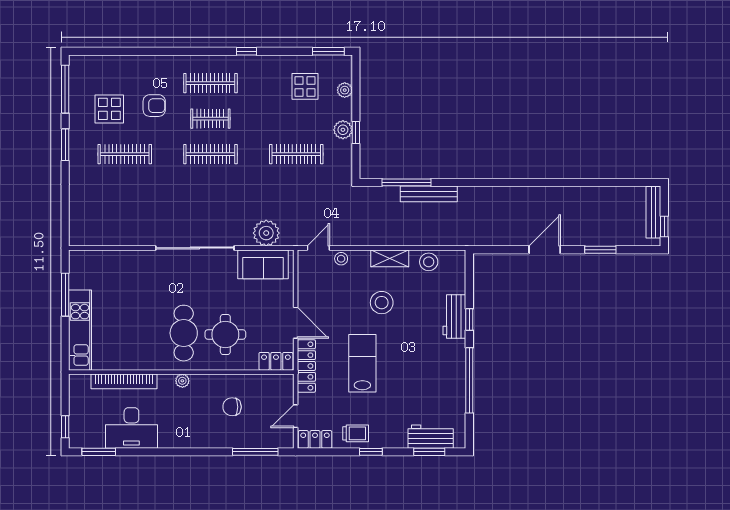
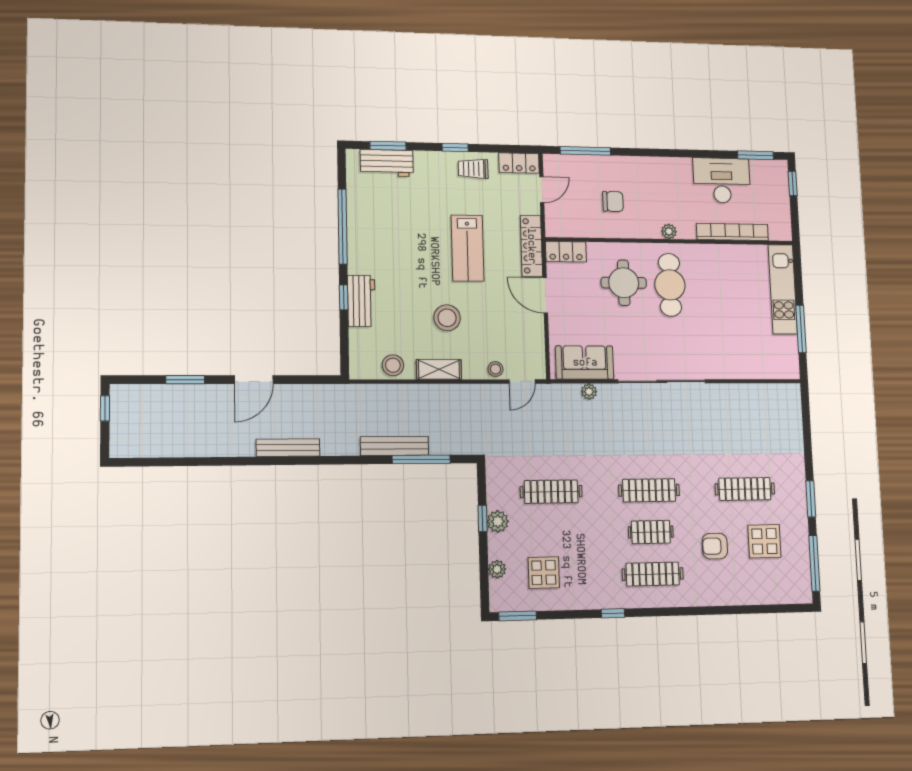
bench: (653, 212) -> (288, 448), moved, turned 90
plant: (266, 233) -> (589, 392), width x0.53, depth x0.53

